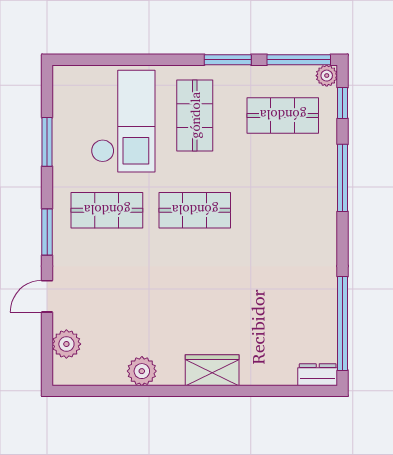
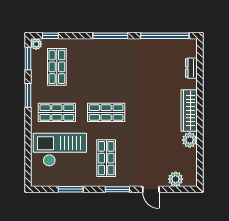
window: (299, 60) -> (28, 59), width x0.69
window: (343, 178) -> (110, 36), moved
shop shelf: (195, 210) -> (106, 112), turned 90
wardrobe: (212, 370) -> (189, 110), width x1.50
dresser: (318, 375) -> (191, 68), moved

